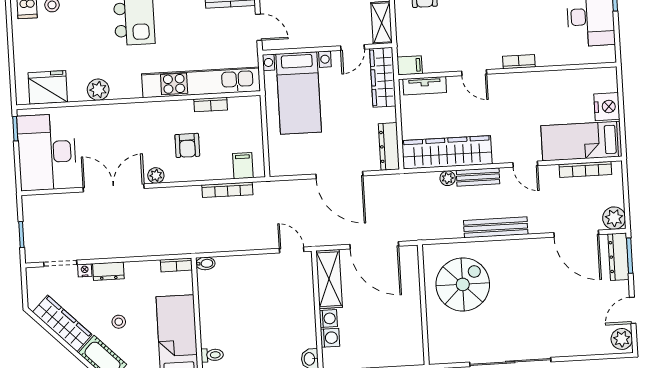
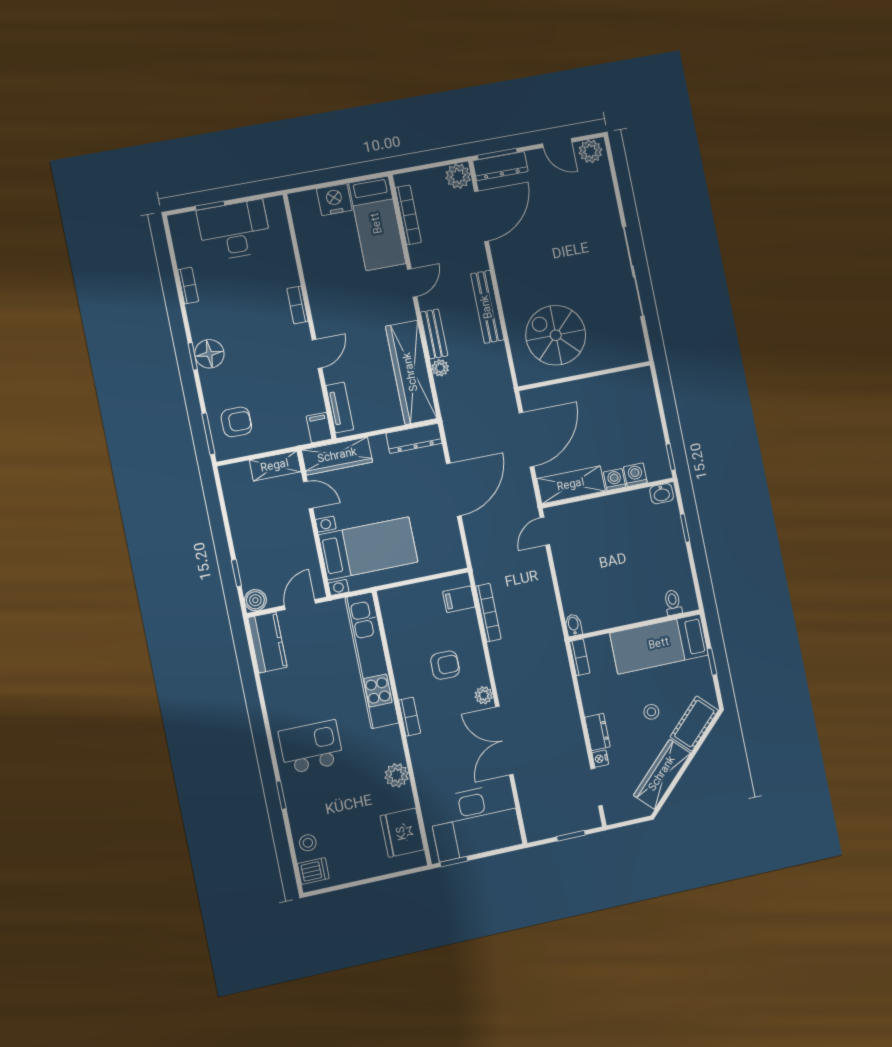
bookcase: (211, 104) -> (410, 717), moved

